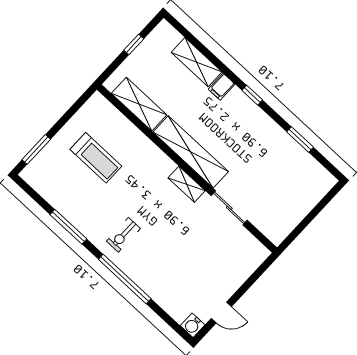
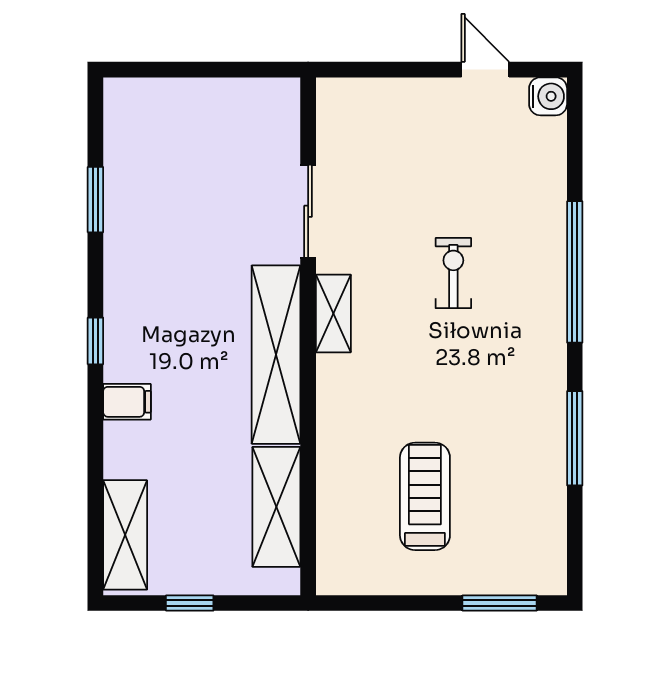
shelving: (197, 62) -> (125, 535), moved
exercise bike: (123, 235) -> (453, 273), moved, turned -90

